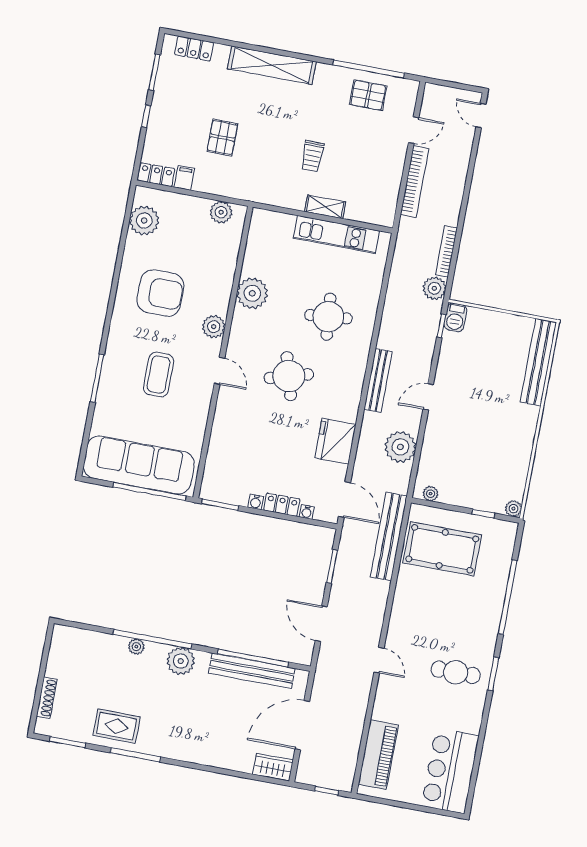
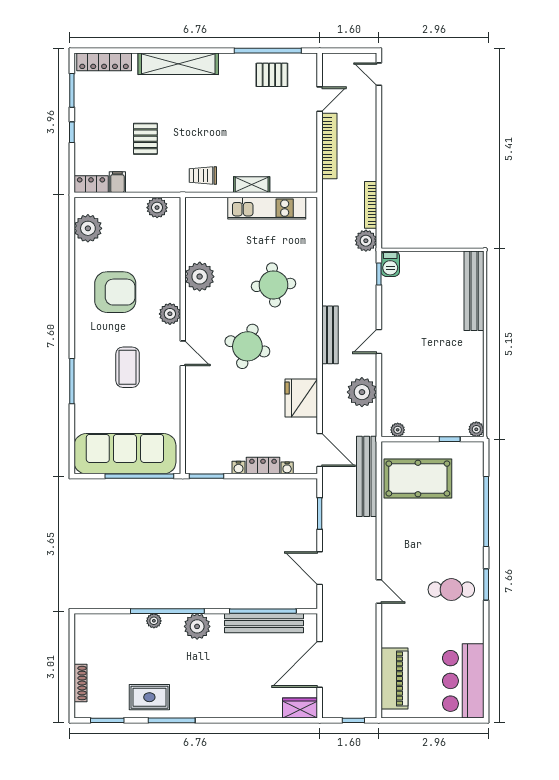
locker: (194, 49) -> (104, 62), width x1.53
trolley: (312, 156) -> (203, 175), moved, turned 90
round table: (289, 376) -> (247, 346), turned 33

